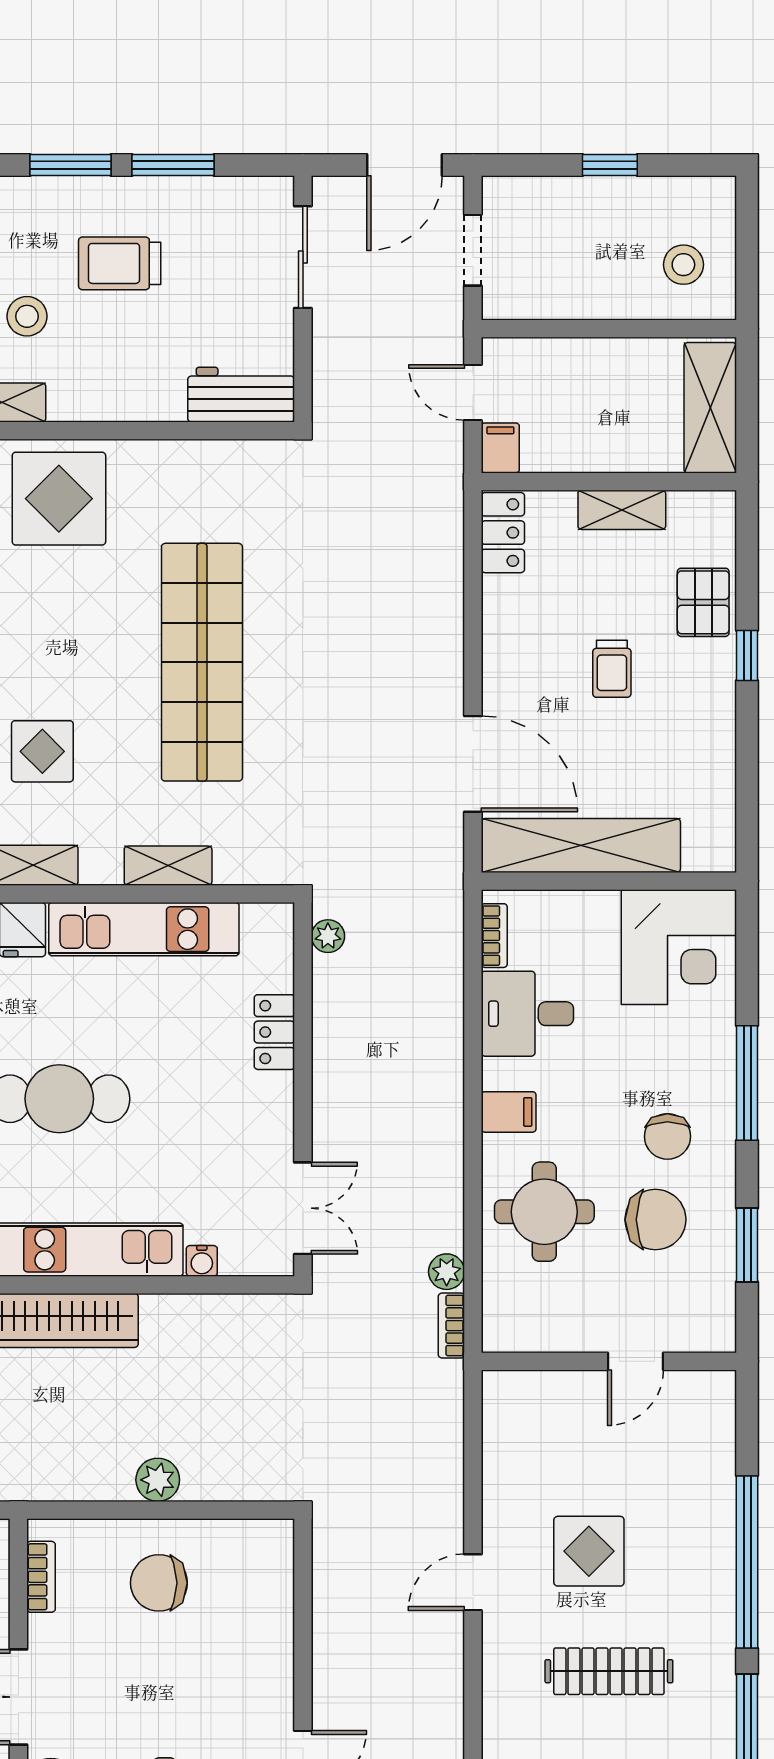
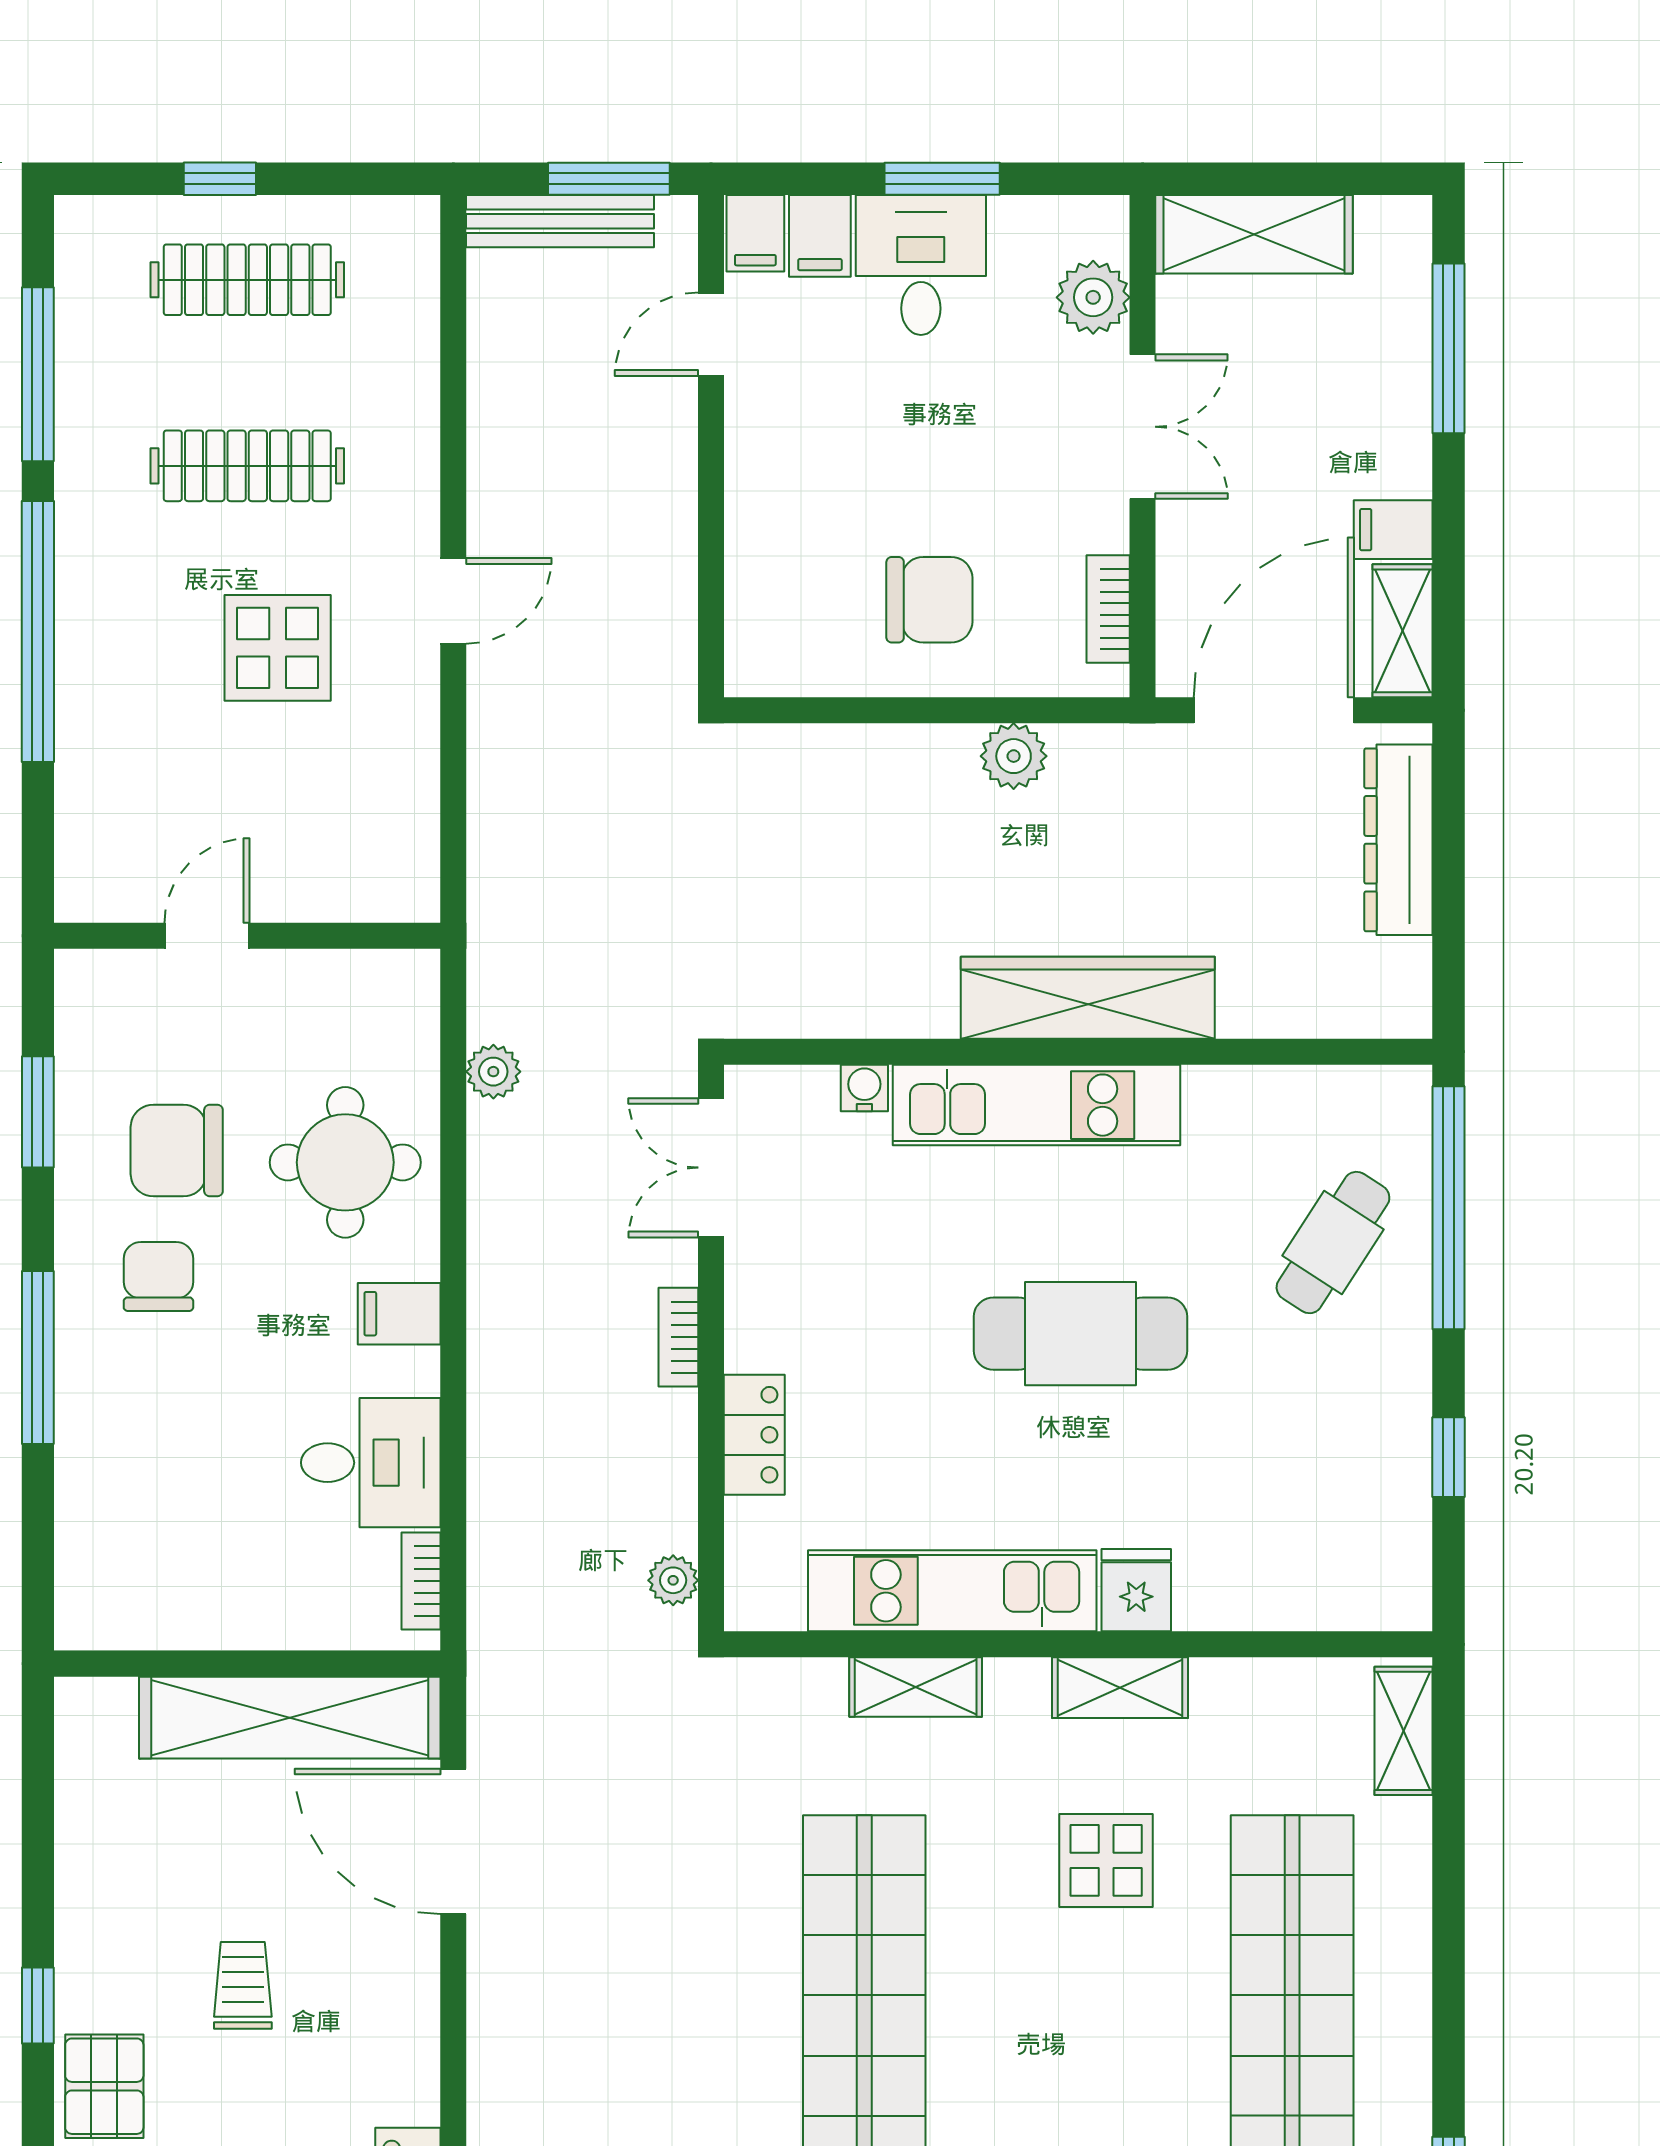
corner desk: (679, 947) -> (141, 1564), removed
bookcase: (451, 1326) -> (678, 1337), moved, turned 180
plant: (158, 1480) -> (1014, 756), moved

